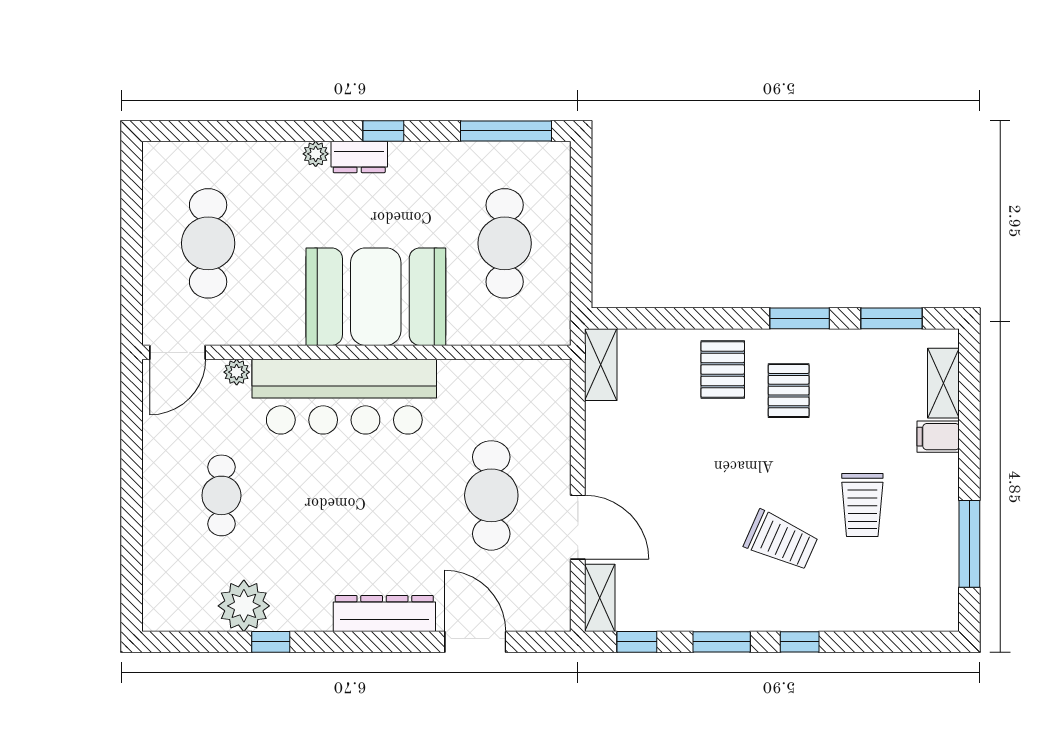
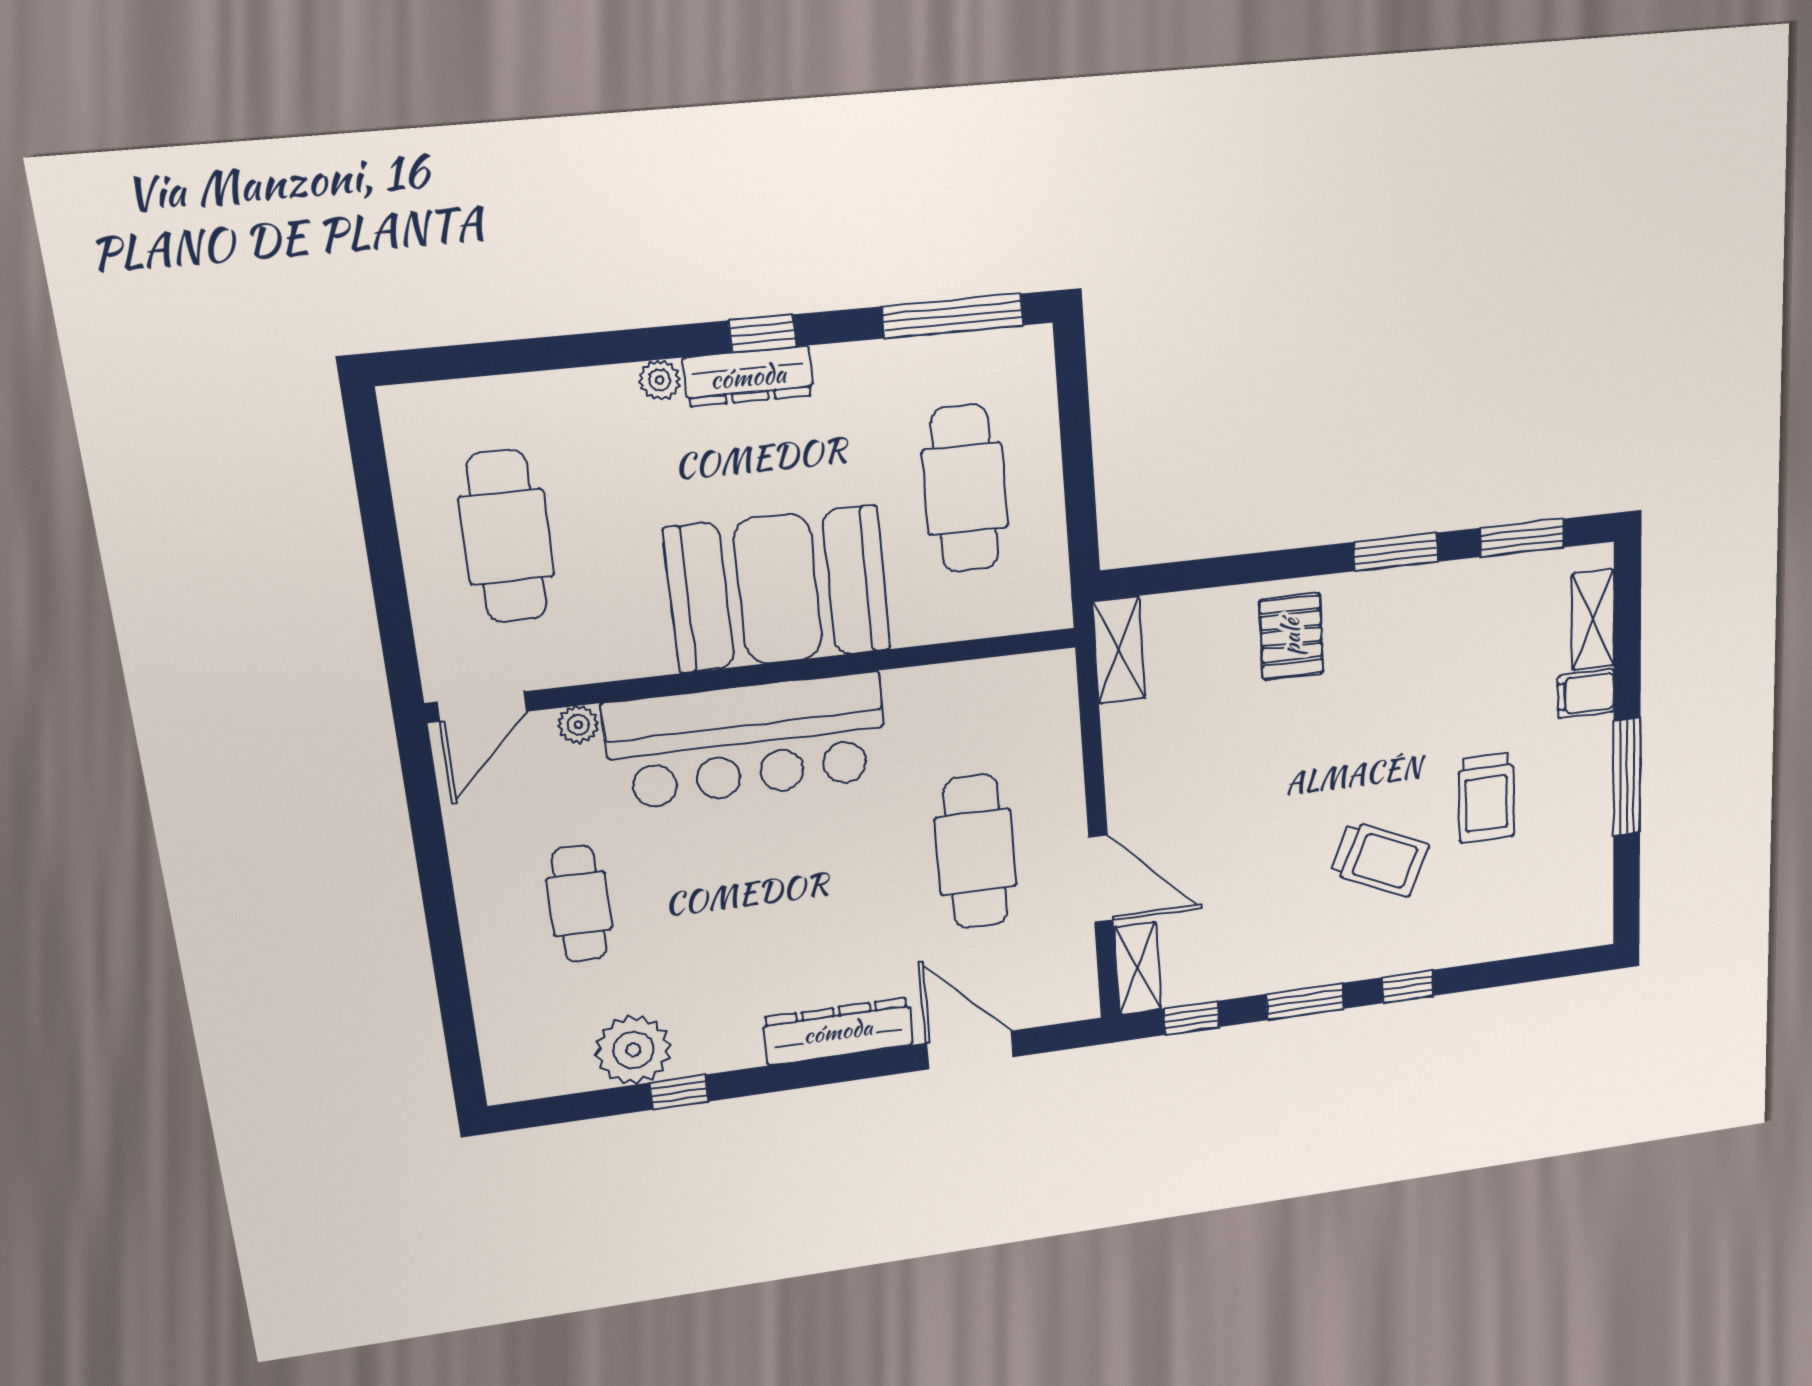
dresser: (359, 157) -> (748, 376), width x1.44
pallet: (789, 391) -> (1384, 655), removed
window: (969, 544) -> (1627, 777), moved

